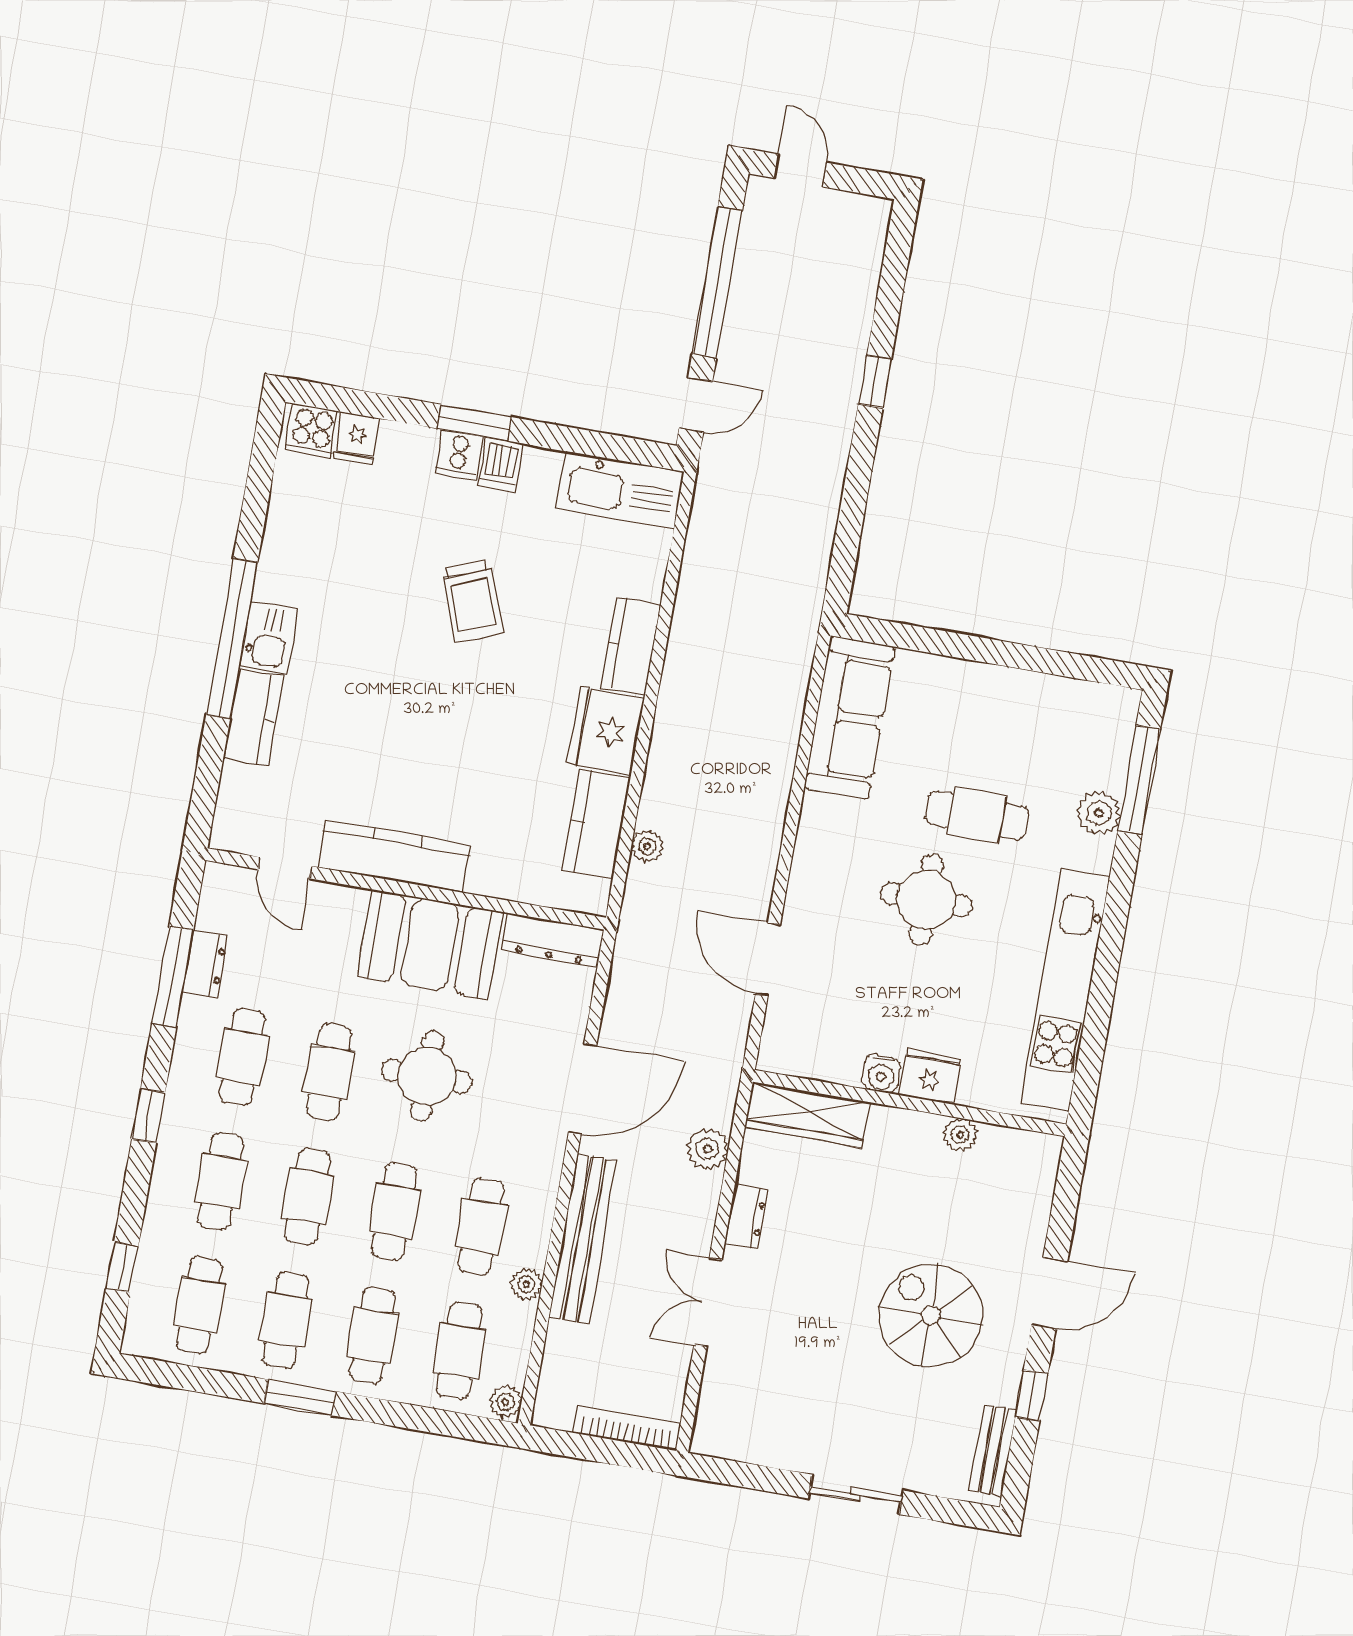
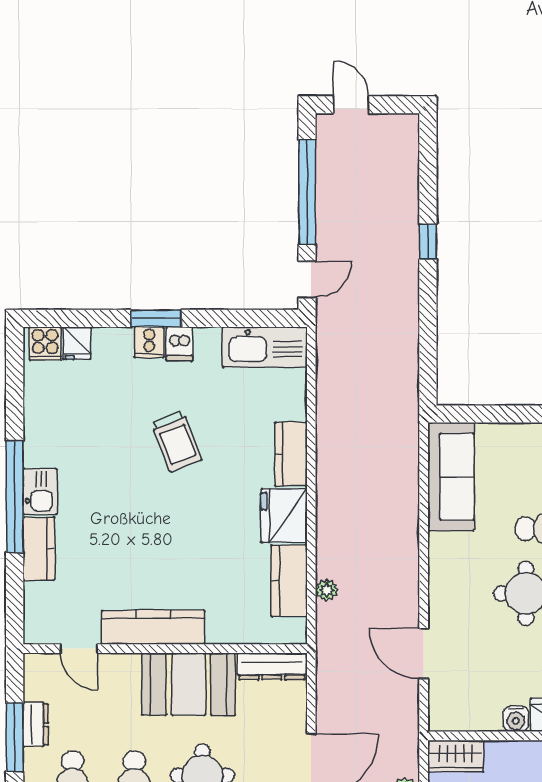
wardrobe: (807, 1115) -> (456, 756), width x0.67

